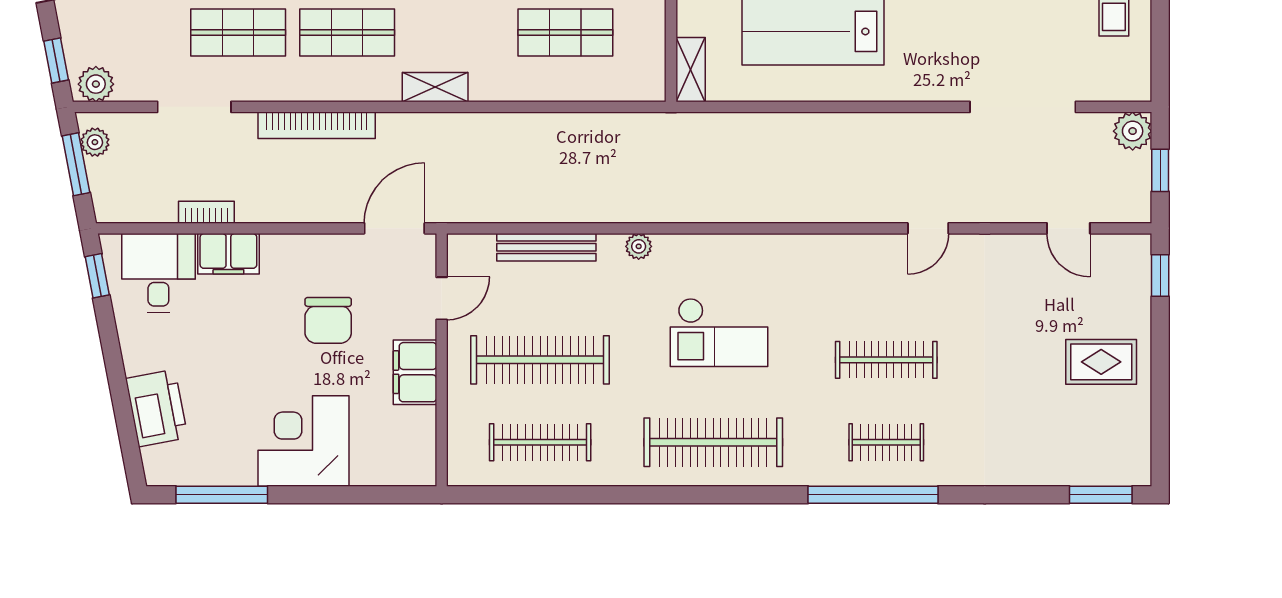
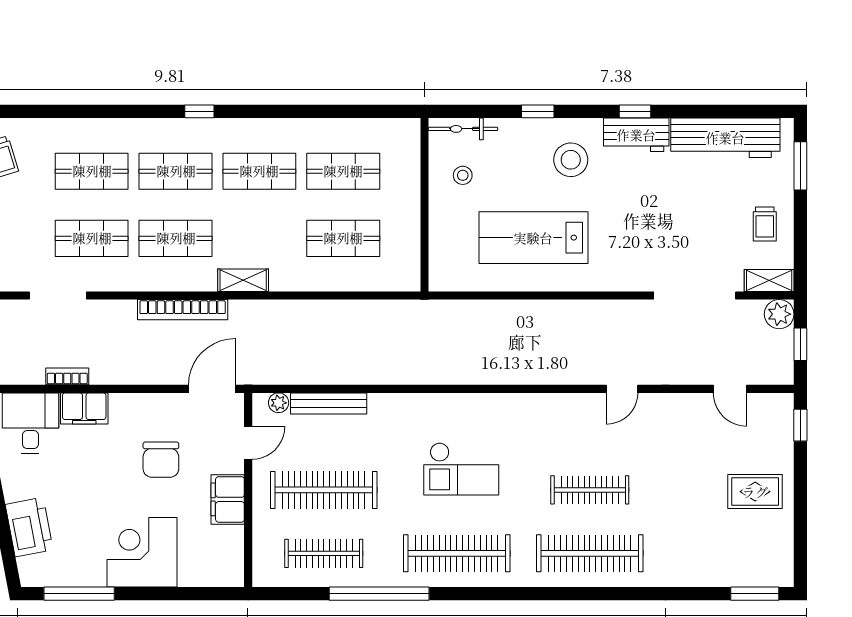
shelving: (691, 70) -> (769, 281), moved, turned 90
bookcase: (317, 125) -> (183, 310), moved
plant: (639, 246) -> (279, 403), moved
clothes rail: (886, 442) -> (590, 553), width x1.86, depth x1.31
window: (873, 495) -> (379, 594), moved

